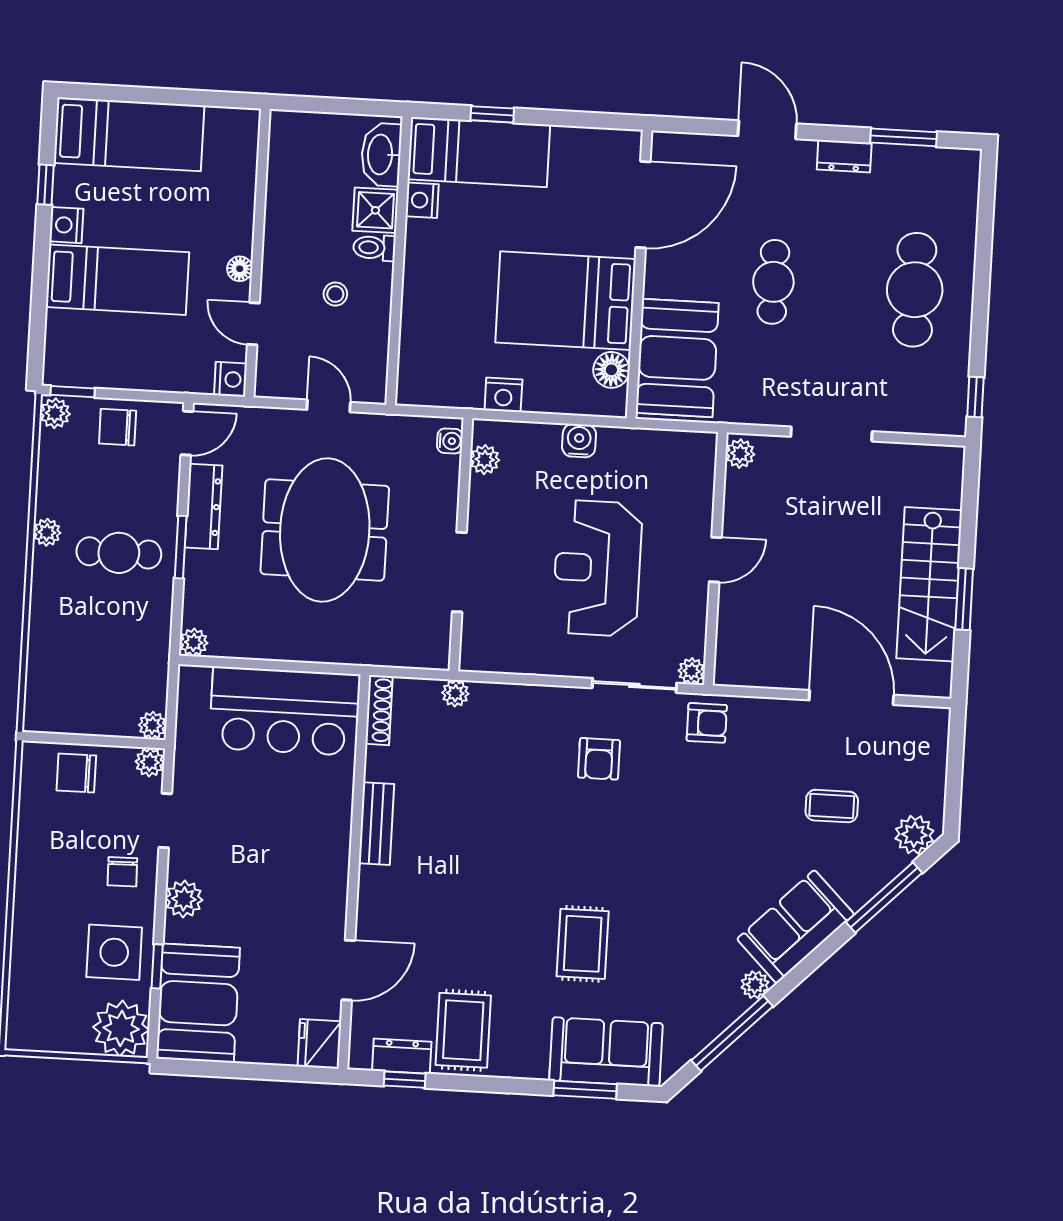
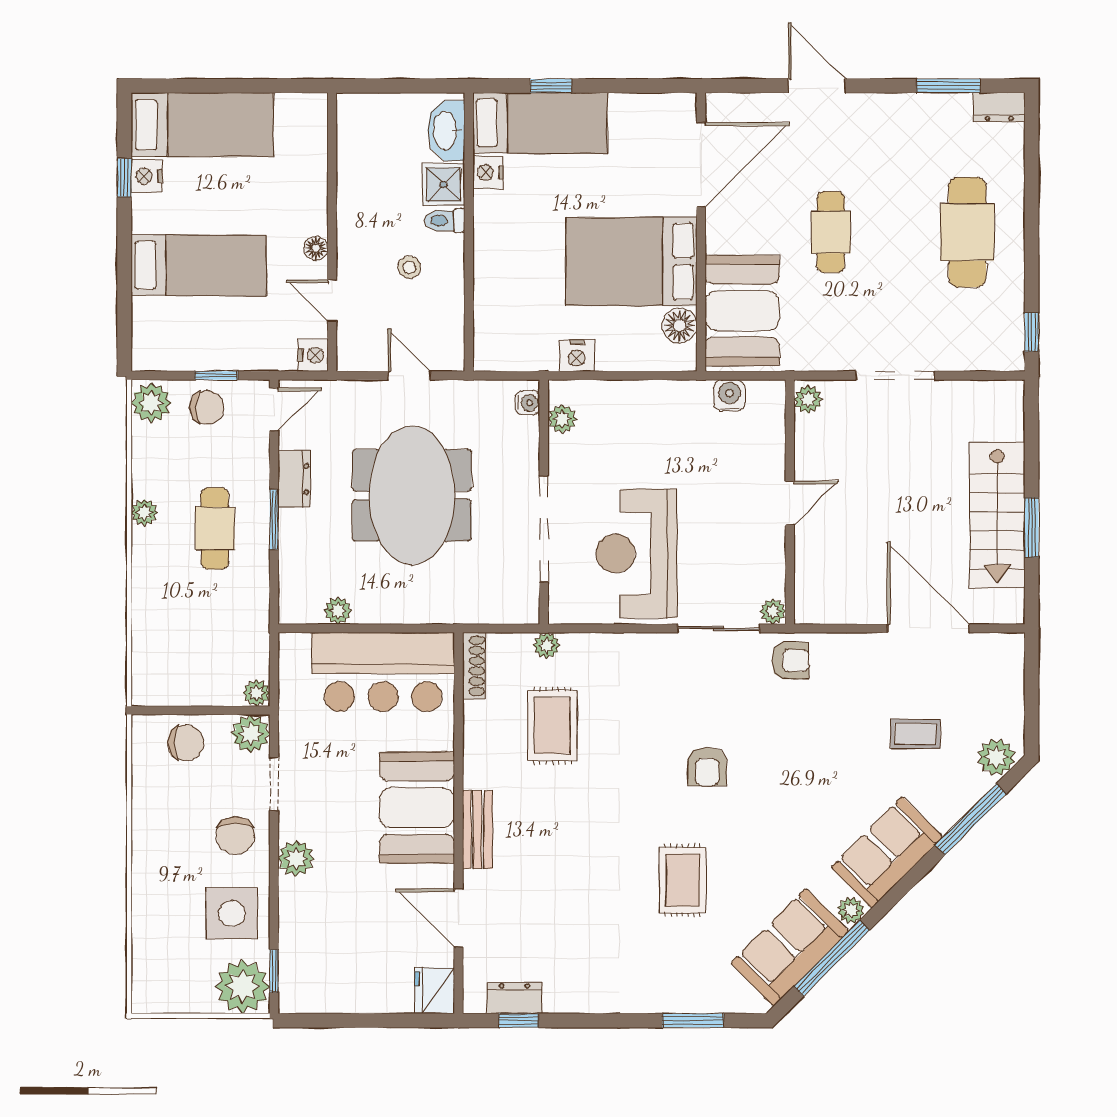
dresser: (844, 156) -> (999, 107), moved
nightstand: (66, 225) -> (147, 176), moved
window: (73, 392) -> (216, 376), moved
plant: (55, 413) -> (151, 403), width x1.38, depth x1.38
chair: (118, 427) -> (207, 407), turned 180
water cooler: (579, 441) -> (729, 396), moved
dresser: (204, 506) -> (294, 479), width x0.70
cafe table: (119, 553) -> (215, 528), turned 90
reception desk: (597, 568) -> (637, 553), moved
doorway: (459, 572) -> (544, 529), width x1.36
plant: (194, 642) -> (338, 611), moved
armchair: (599, 759) -> (707, 767), moved
plant: (150, 762) -> (251, 734), width x1.38, depth x1.38
chair: (76, 773) -> (186, 743), turned 180
bench: (376, 824) -> (477, 830), moved
chair: (122, 872) -> (235, 835), width x1.37, depth x1.37
window: (157, 966) -> (274, 971), moved
door: (348, 970) -> (458, 918), swing flipped
booth: (198, 1003) -> (417, 808), moved
rug: (463, 1030) -> (552, 726), moved
sofa: (606, 1052) -> (790, 947), moved, turned -45

